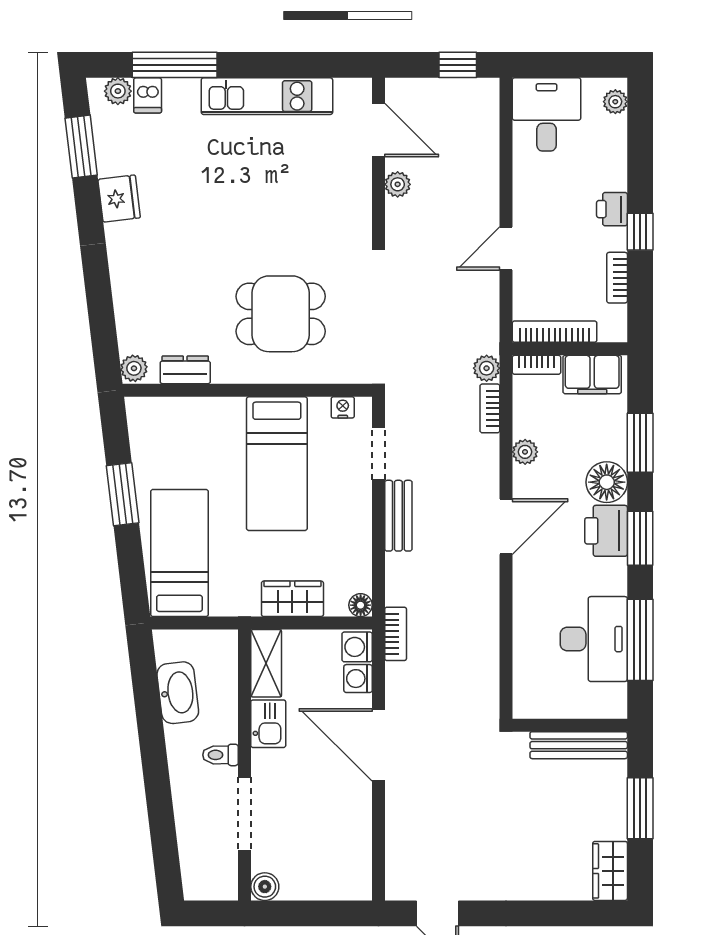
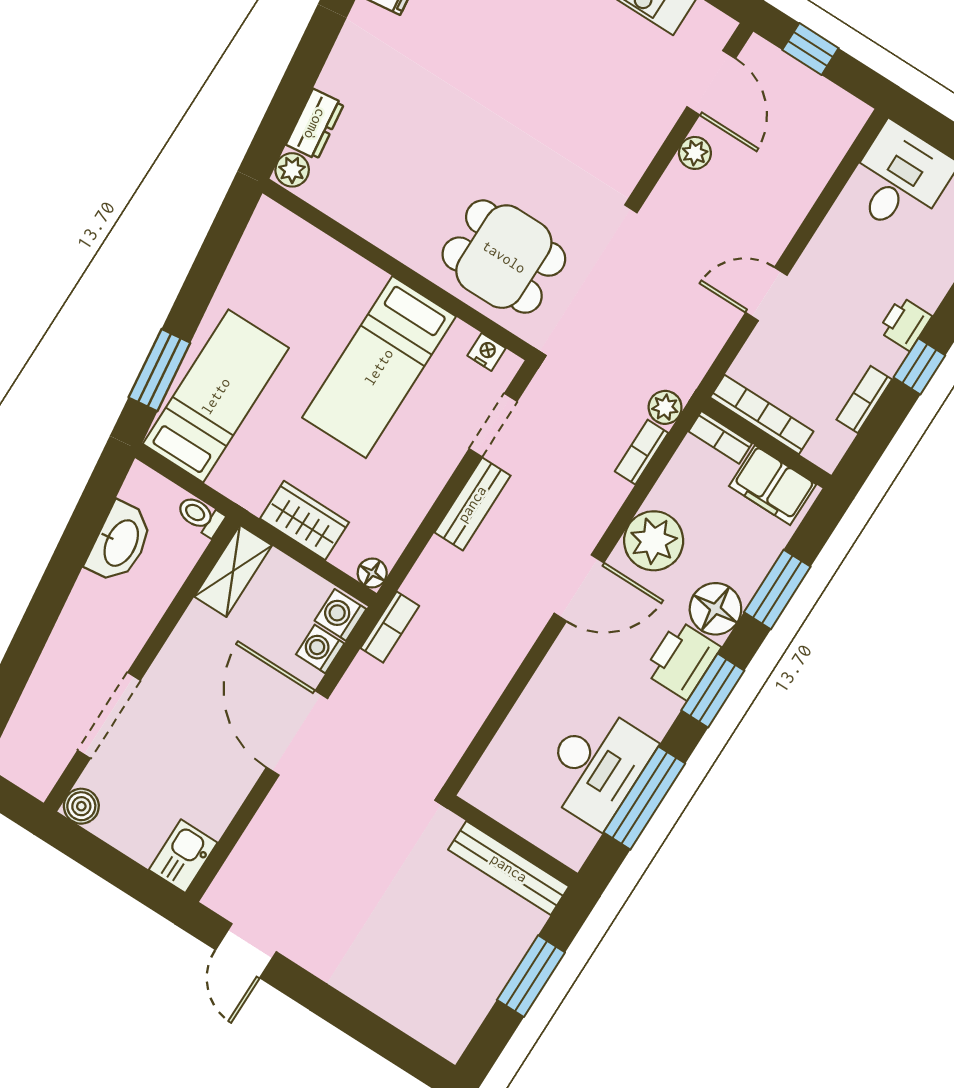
window: (458, 65) -> (810, 49), moved
dining table: (281, 314) -> (504, 257), moved
dresser: (185, 370) -> (315, 124), moved, turned 83
plant: (525, 452) -> (654, 541), width x1.88, depth x1.88
window: (123, 494) -> (159, 370), moved
kitchen sink: (268, 724) -> (183, 856), moved, turned 180
toilet: (220, 755) -> (200, 516), moved
wardrobe: (610, 871) -> (457, 1022), removed

